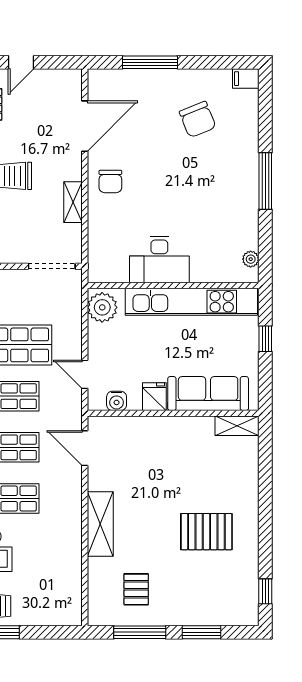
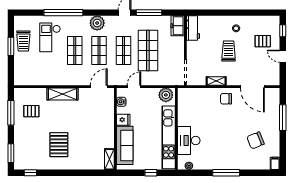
desk: (159, 260) -> (189, 140), moved
window: (201, 632) -> (11, 153), moved

